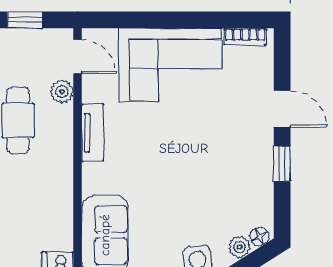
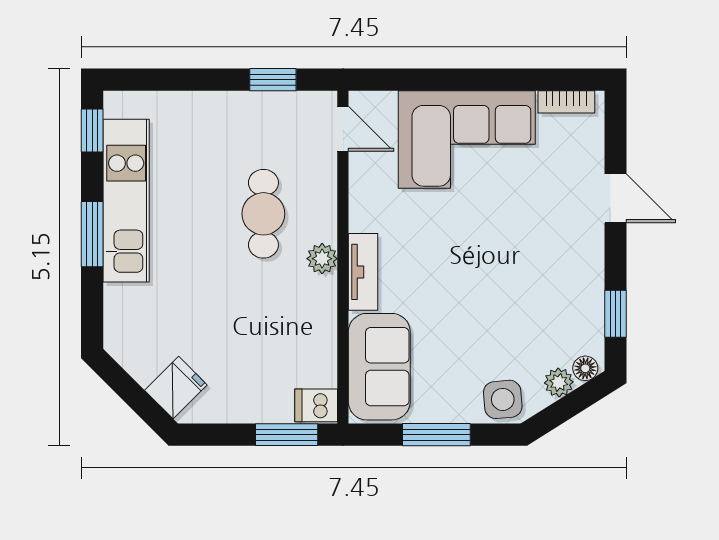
plant: (62, 92) -> (322, 259), moved
tv unit: (93, 133) -> (363, 272), moved
window: (282, 164) -> (616, 314), moved

